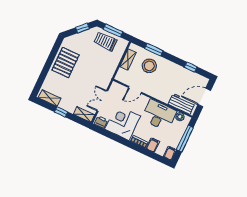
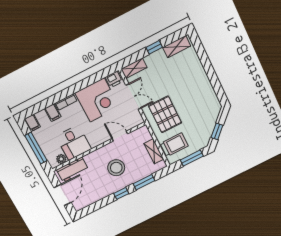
trolley: (105, 41) -> (174, 145), moved
pallet: (66, 63) -> (165, 114), moved
stool: (149, 66) -> (116, 168), moved
window: (191, 67) -> (121, 193), moved
door: (135, 90) -> (120, 136), hinge flipped
desk: (159, 115) -> (74, 143), width x0.73

